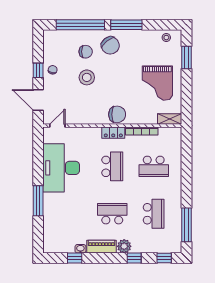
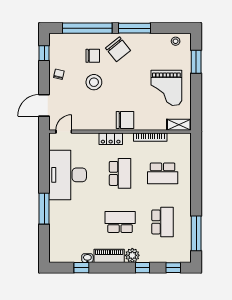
window: (38, 70) -> (44, 53), moved
door: (38, 100) -> (44, 105), hinge flipped
locker: (113, 133) -> (111, 139), moved

